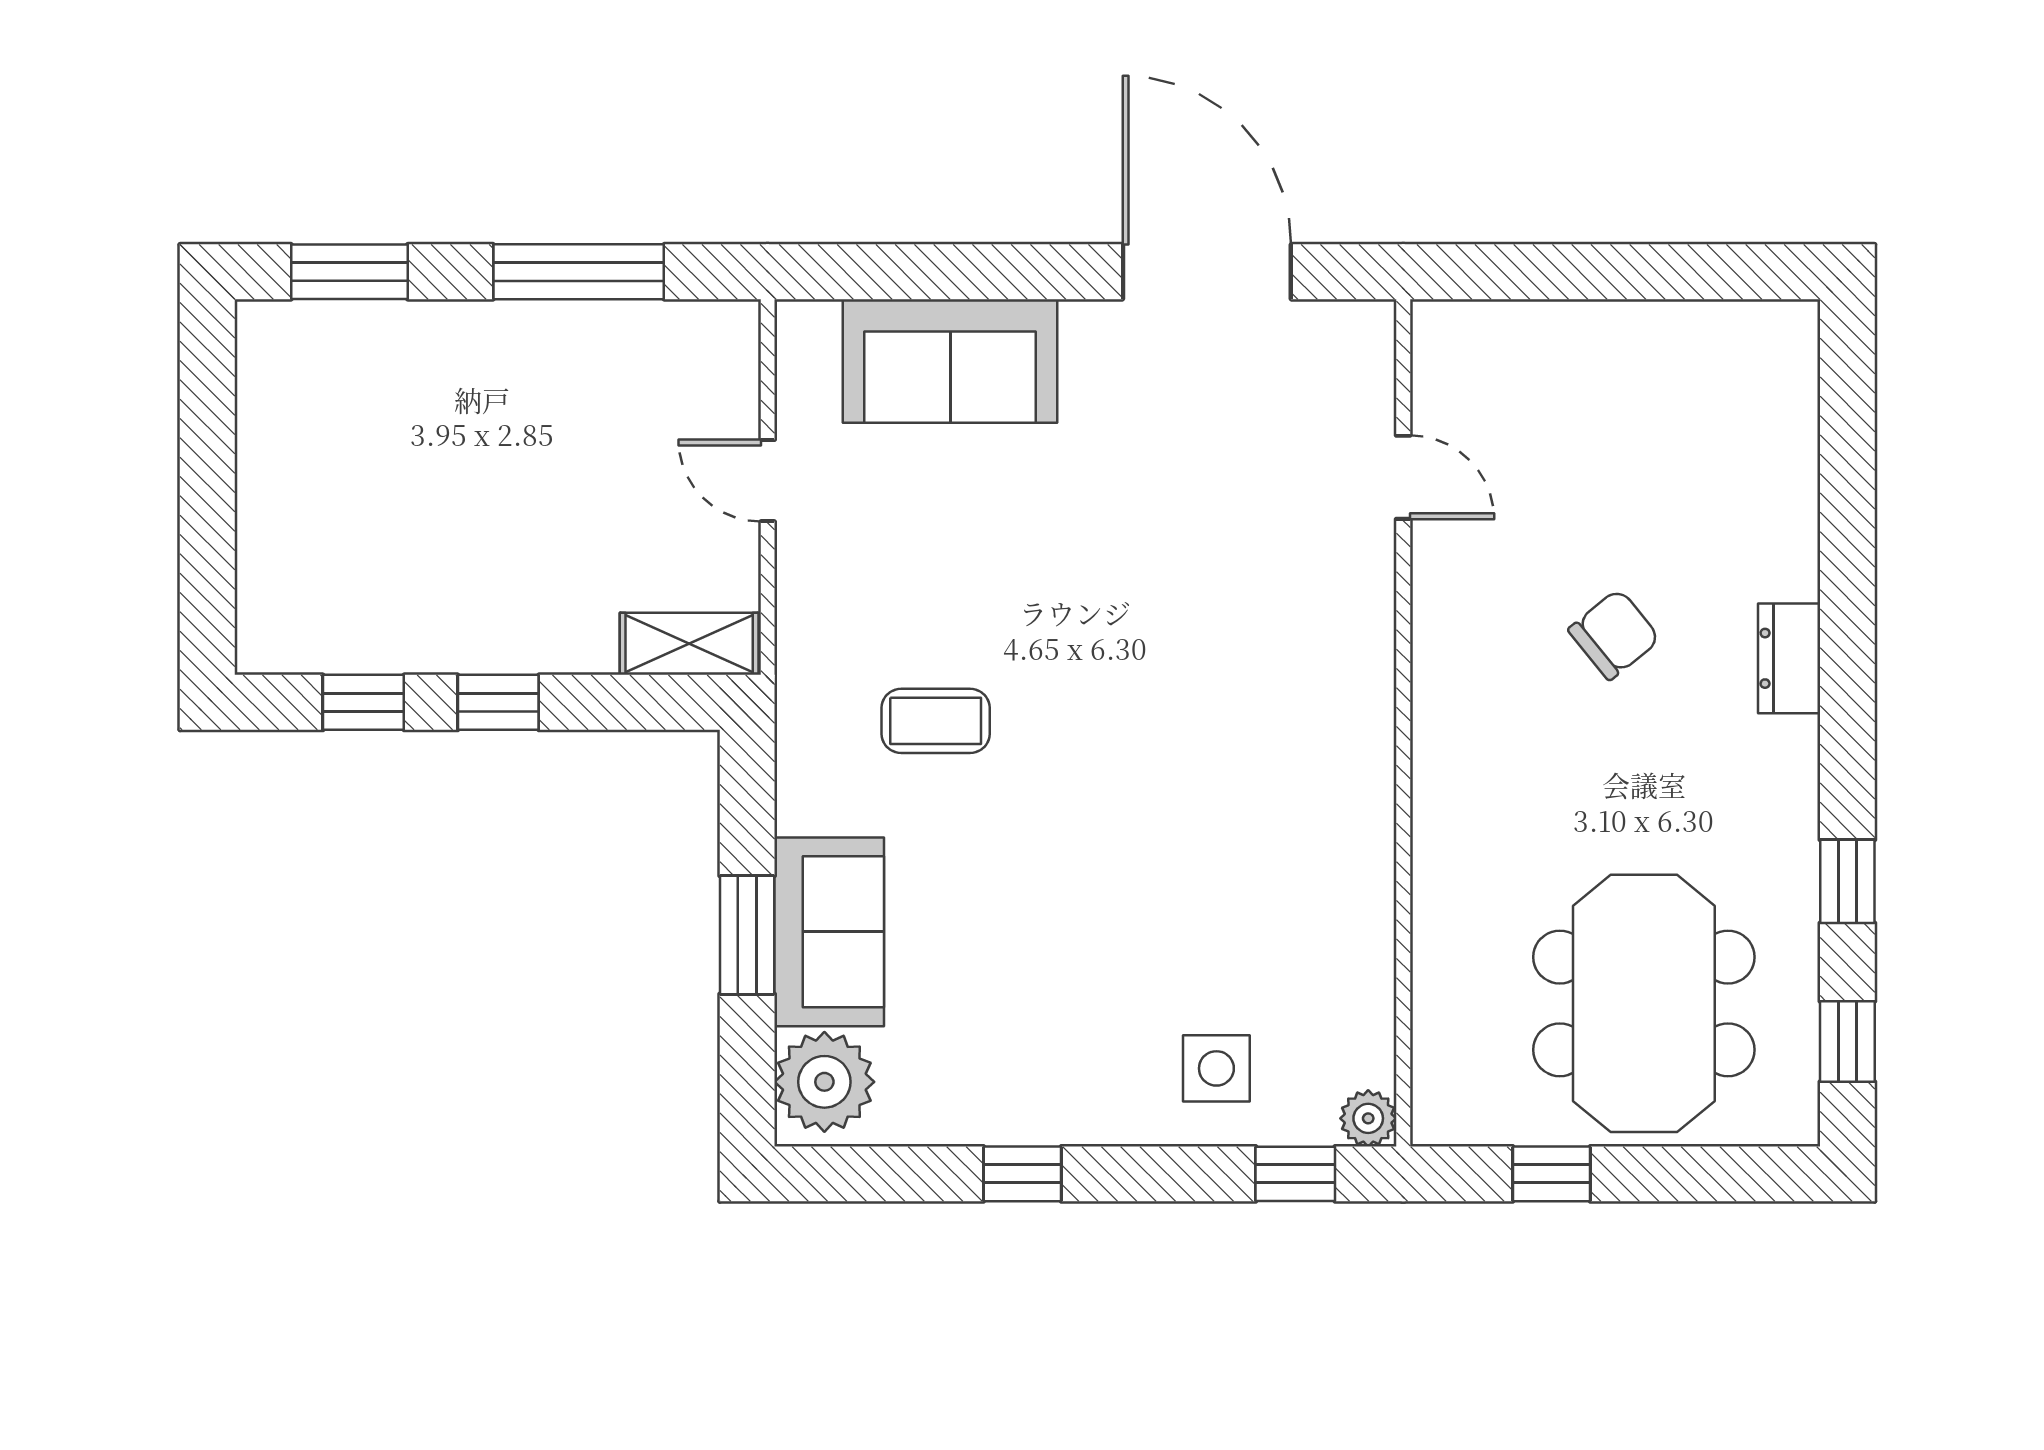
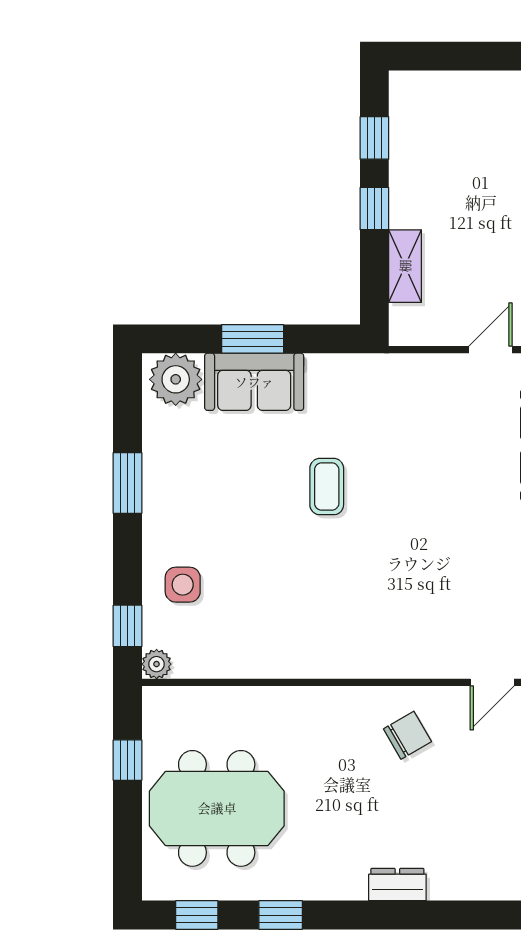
chair: (1614, 634) -> (407, 735), moved, turned -81
shelving: (689, 644) -> (405, 266), moved
coffee table: (936, 721) -> (327, 487), moved
window: (1022, 1174) -> (127, 483), width x1.50

